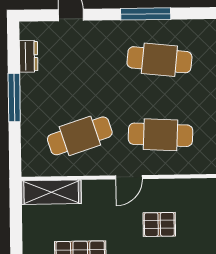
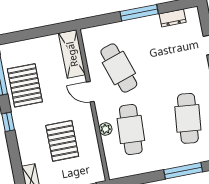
plant: (154, 167) -> (105, 129), added
door: (129, 177) -> (90, 92), moved
pallet: (159, 224) -> (62, 141), width x1.50, depth x1.42

